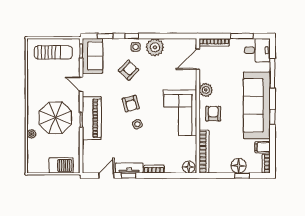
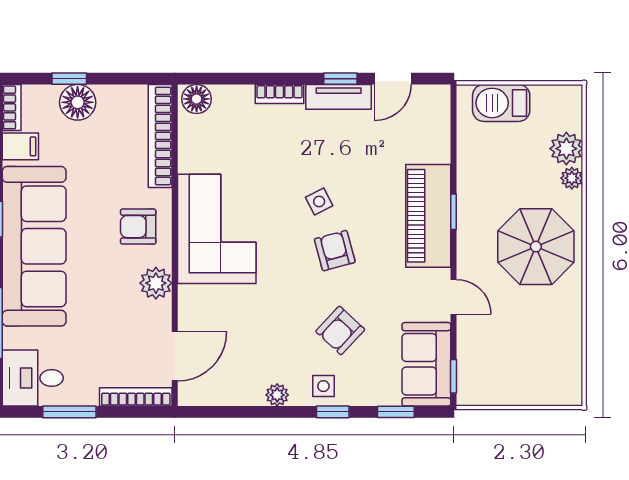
plant: (155, 47) -> (277, 395), width x0.53, depth x0.53
sun lounger: (53, 52) -> (520, 373), removed
armchair: (213, 114) -> (138, 227), turned 90
parasol: (55, 118) -> (536, 247), moved
plant: (34, 146) -> (566, 149), added

